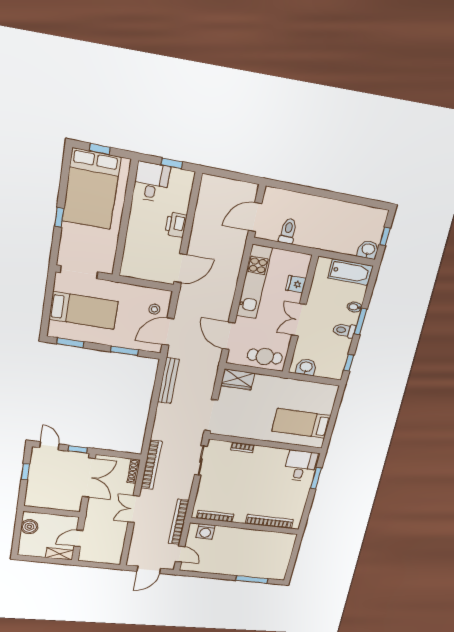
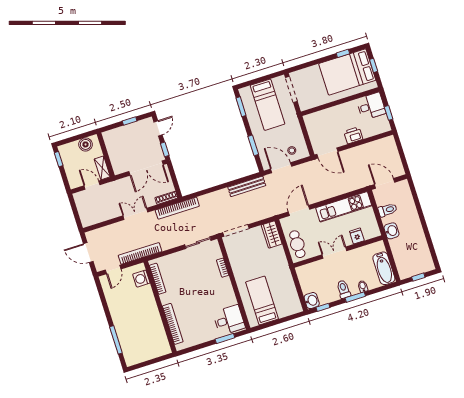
window: (59, 217) -> (343, 53), moved
washbasin: (368, 250) -> (391, 231), moved
washbasin: (306, 367) -> (312, 301), moved
shelving: (60, 554) -> (102, 168), moved
window: (32, 559) -> (59, 159), added

